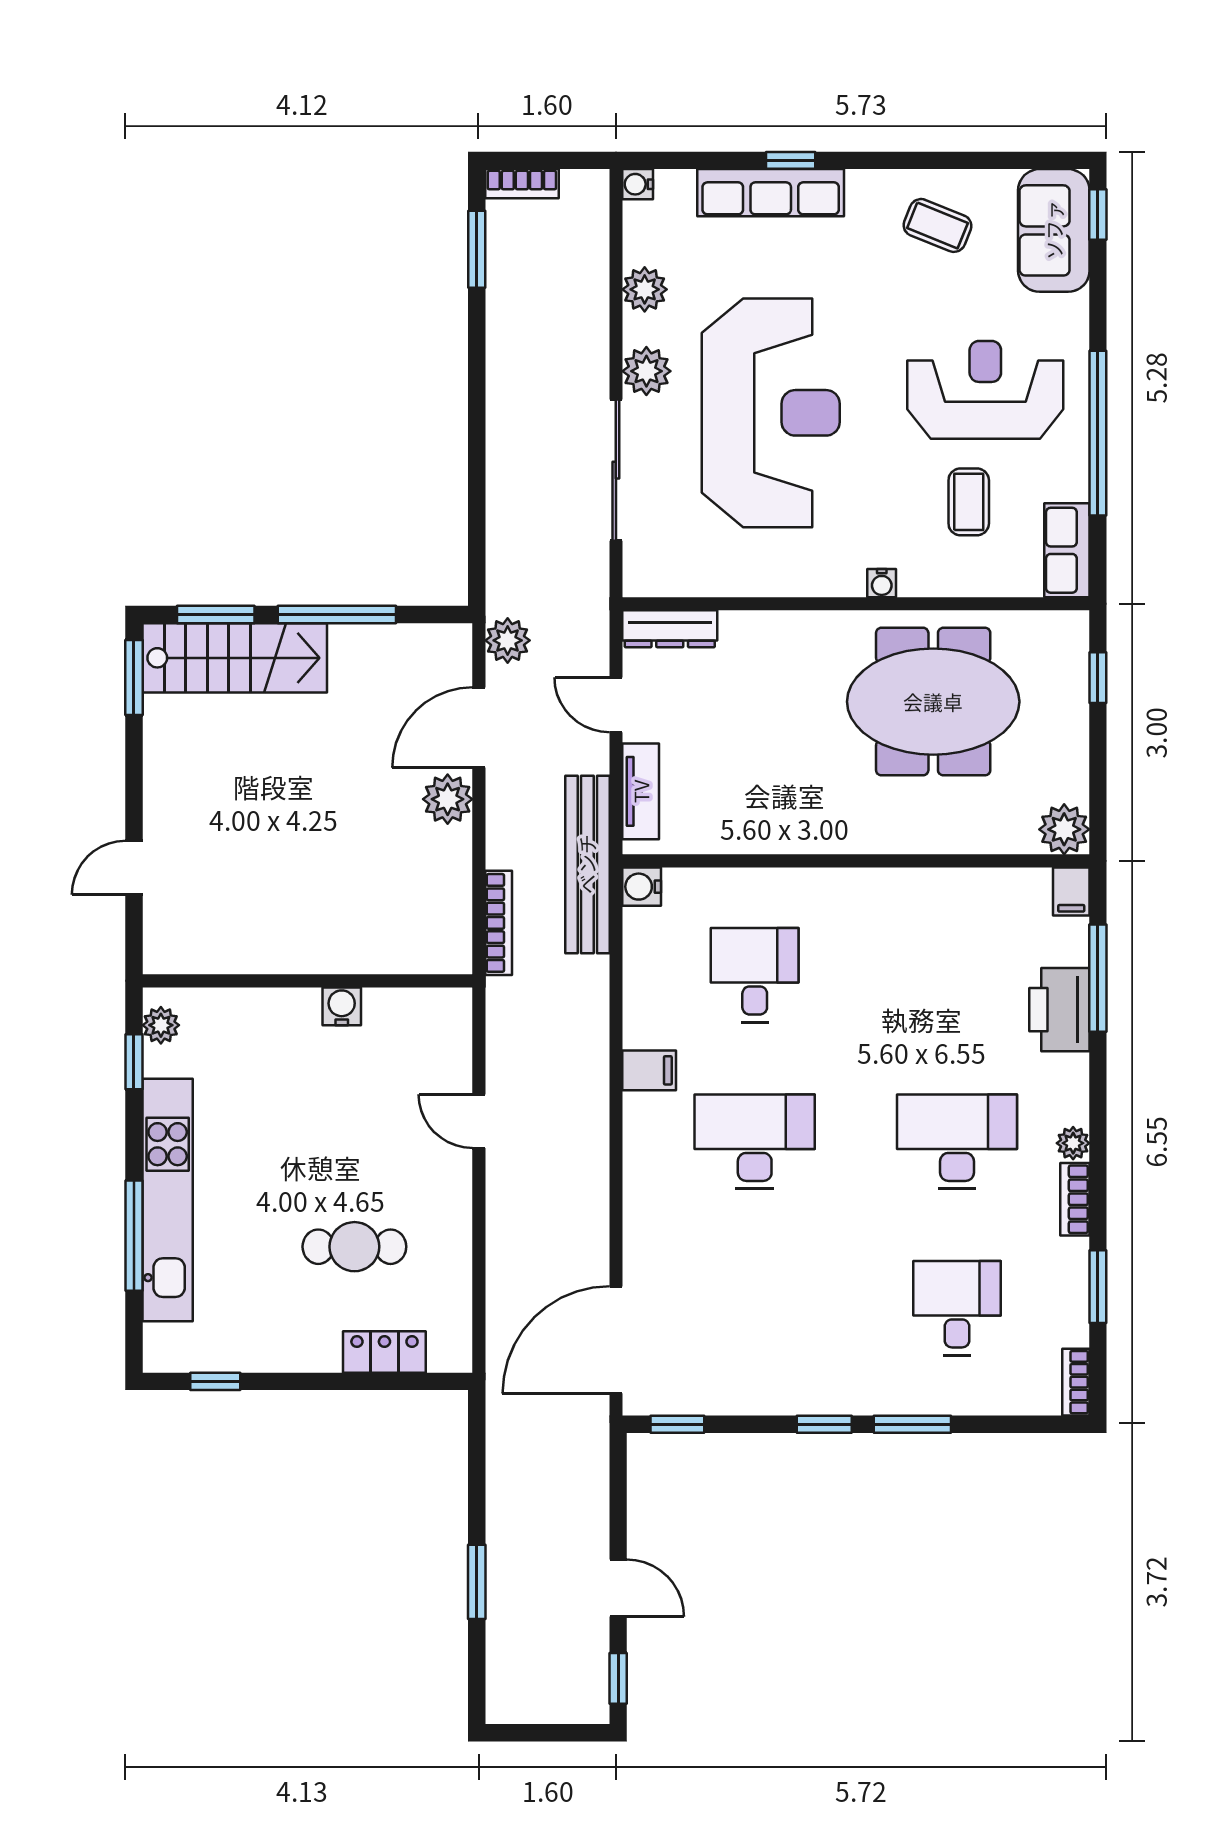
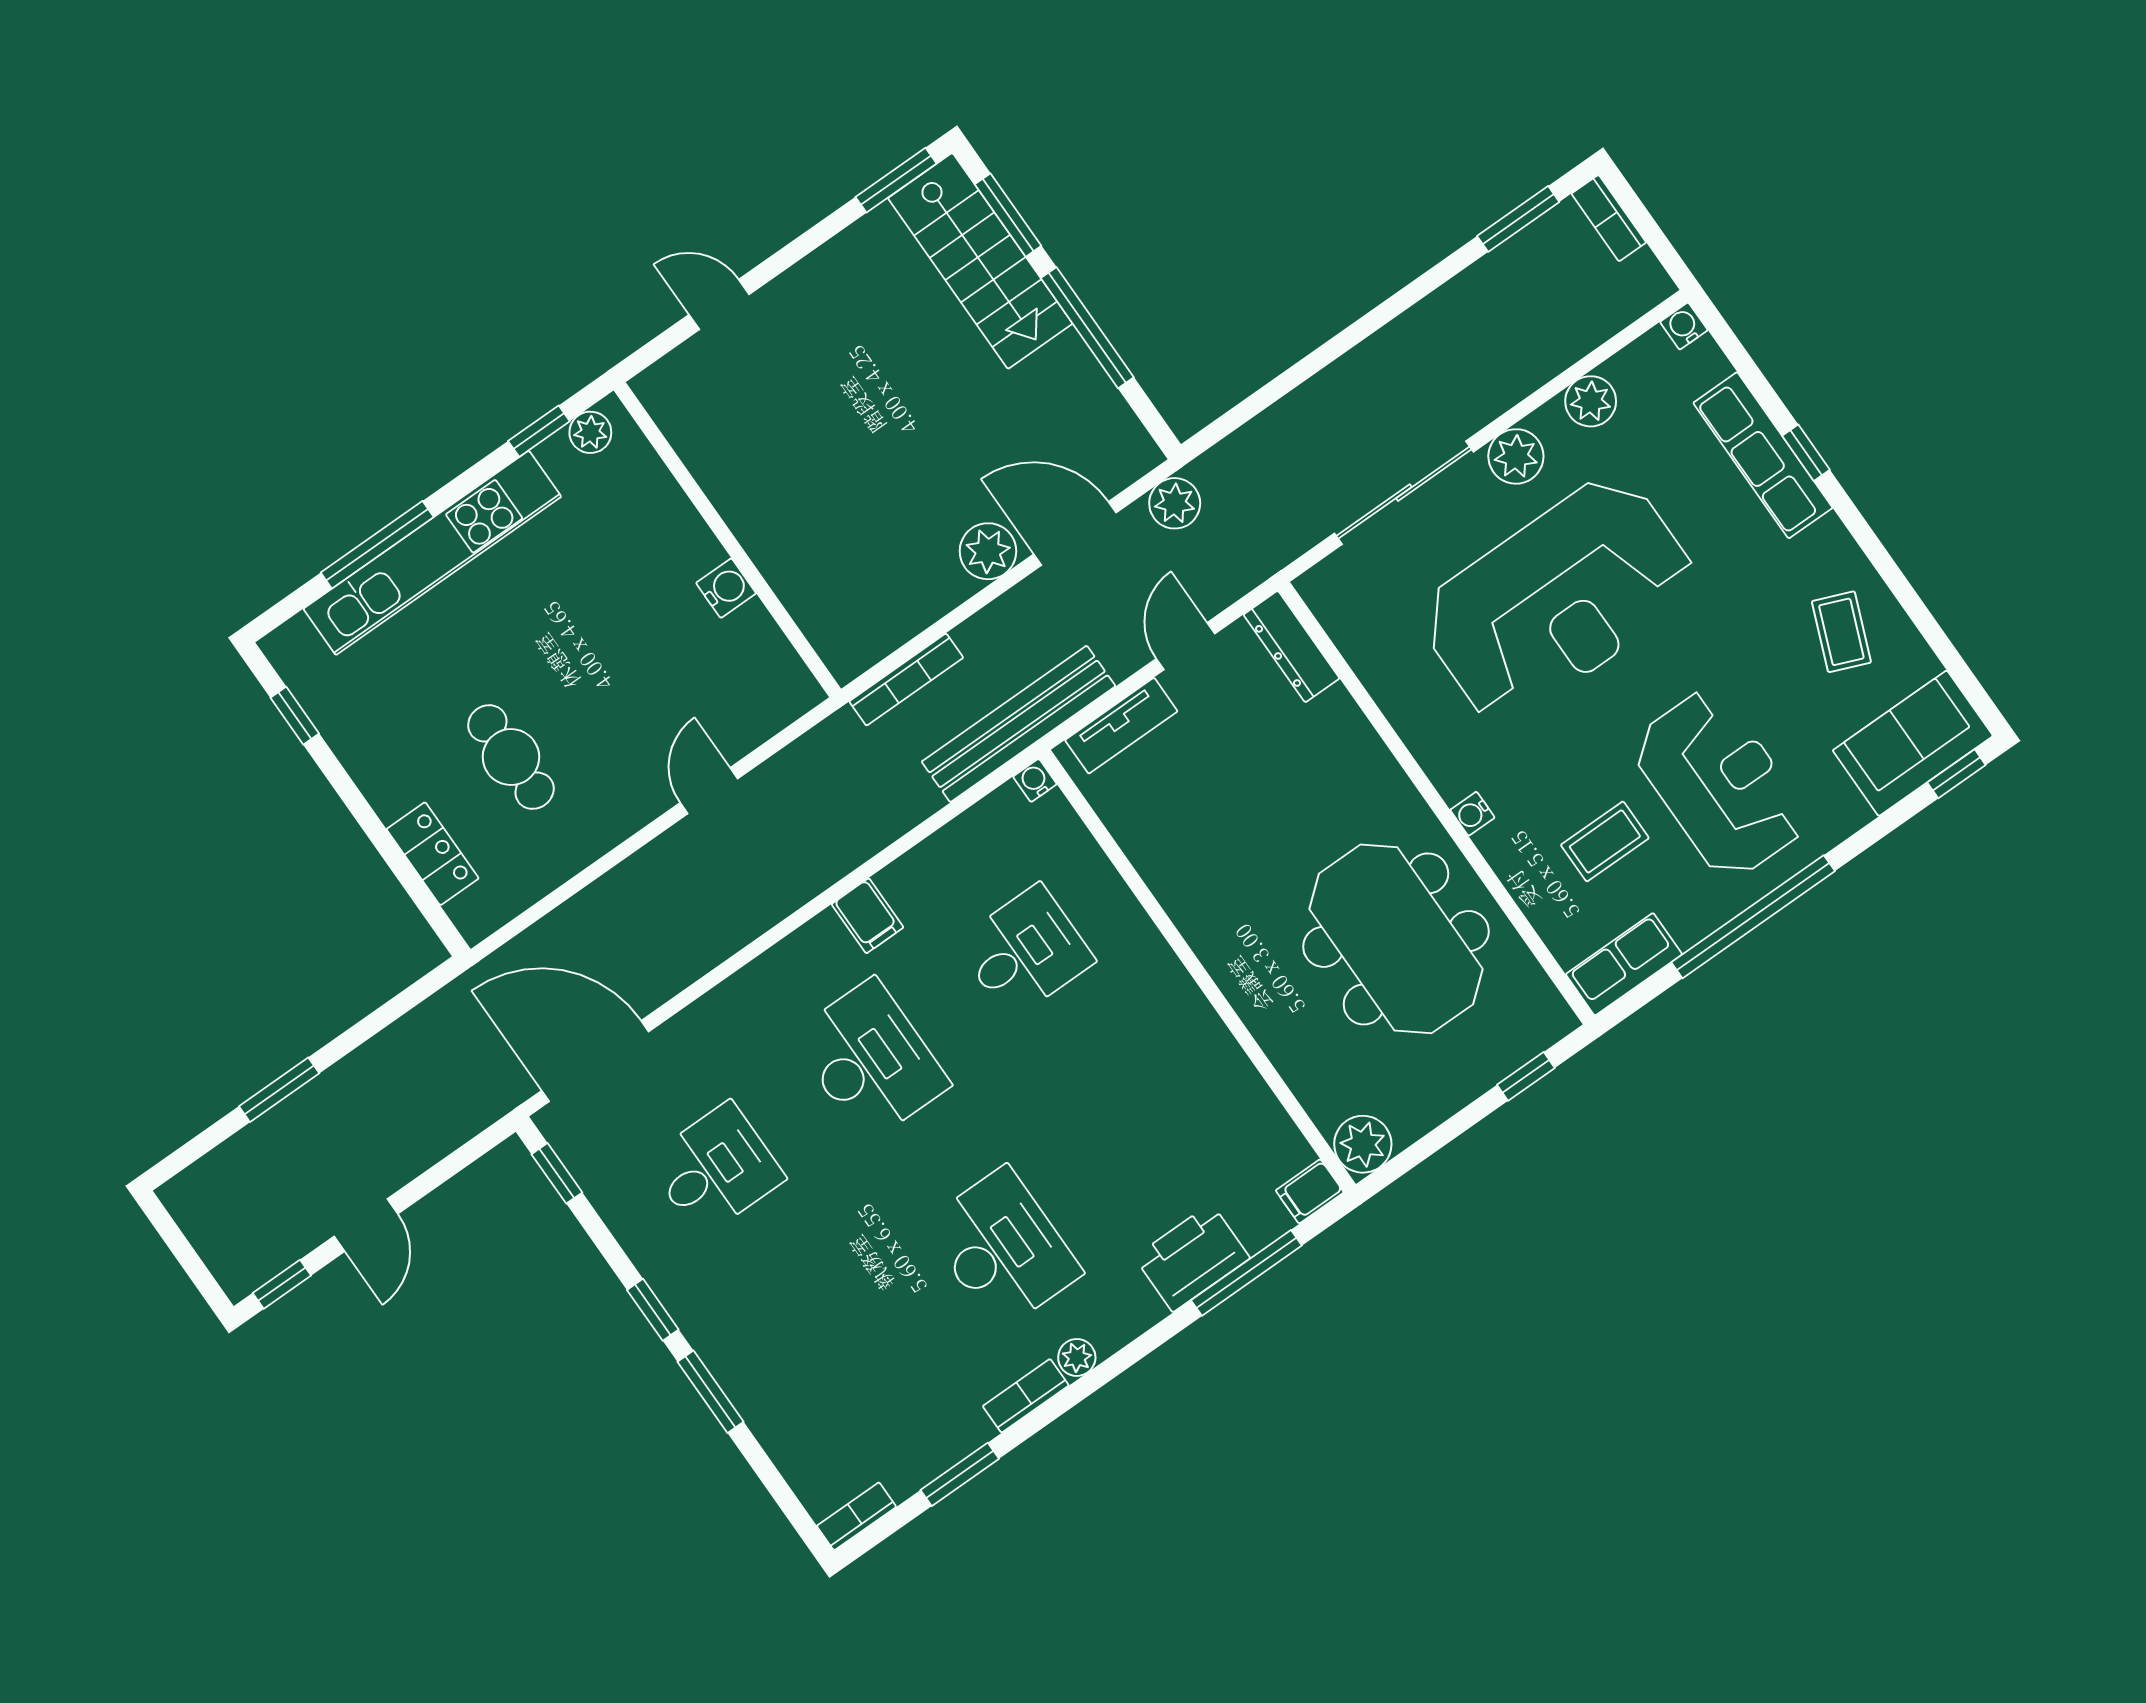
water cooler: (642, 887) -> (1035, 780), width x0.72, depth x0.72
desk: (957, 1308) -> (716, 1169), moved

